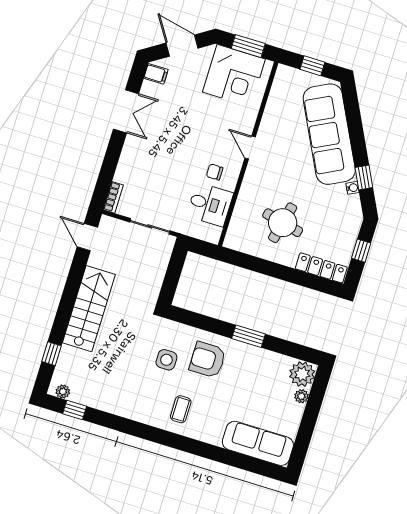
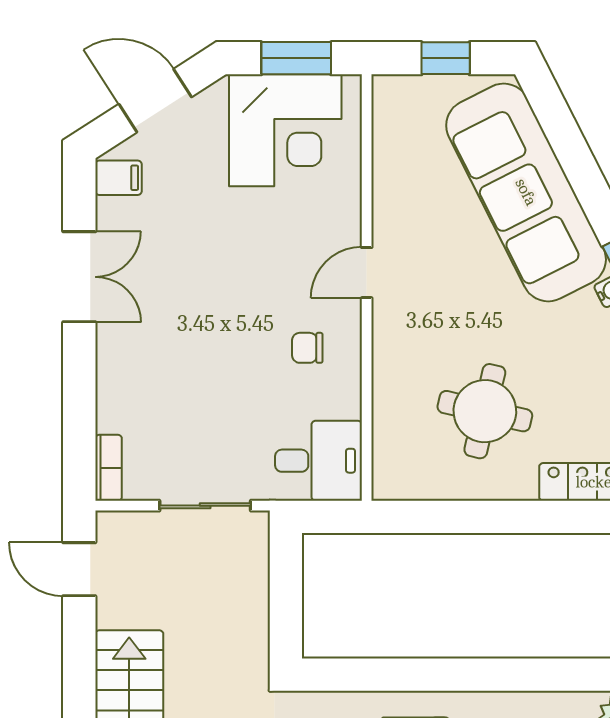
door: (250, 147) -> (367, 273), hinge flipped
desk: (210, 204) -> (319, 461), moved
window: (249, 336) -> (487, 675), removed

